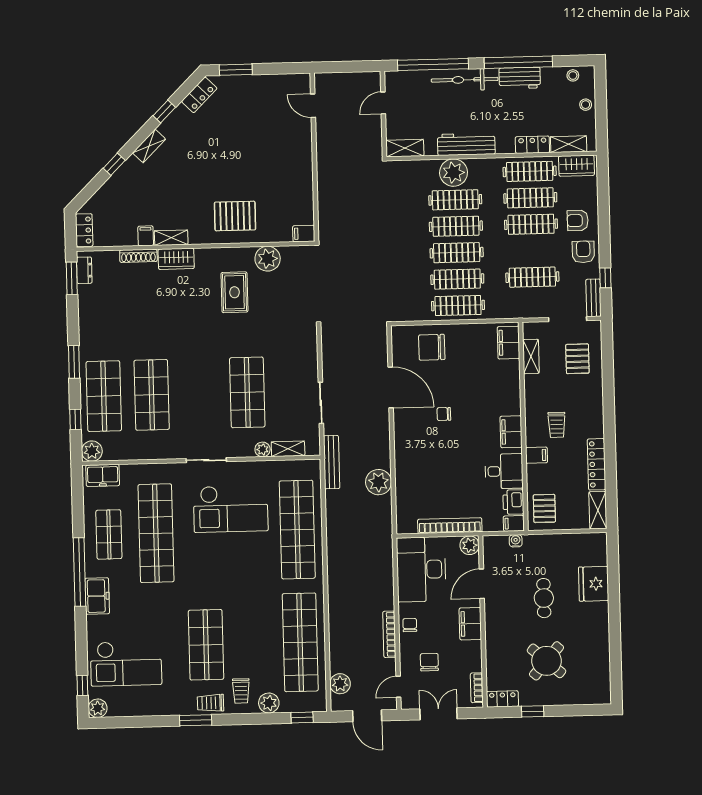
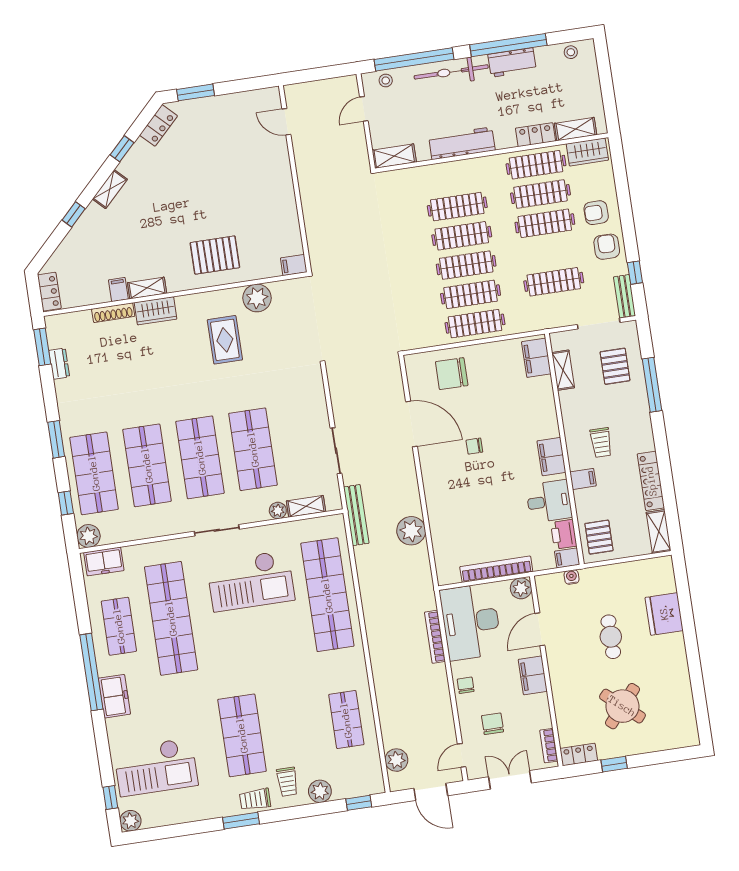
stool: (586, 105) -> (386, 80), moved
plant: (454, 173) -> (452, 177), removed
dresser: (84, 270) -> (59, 364), moved
window: (608, 379) -> (652, 385), added
shop shelf: (199, 394) -> (200, 457), added
bookcase: (389, 634) -> (435, 637), moved
shop shelf: (300, 642) -> (346, 720), width x0.50, depth x0.74

